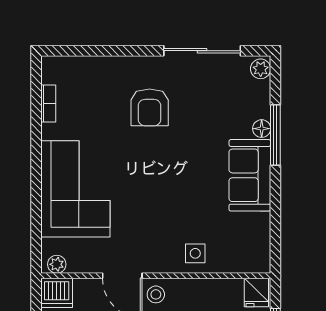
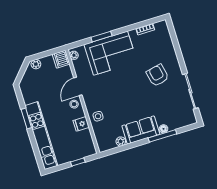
plant: (261, 69) -> (121, 141), moved
armchair: (150, 107) -> (158, 75), turned 78
window: (36, 197) -> (101, 37), added
fridge: (256, 292) -> (81, 124), moved

